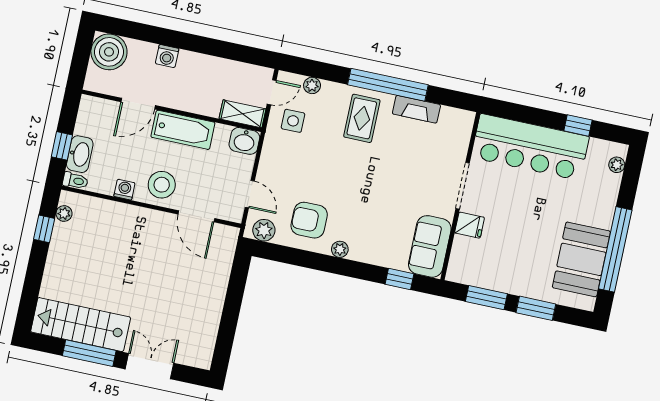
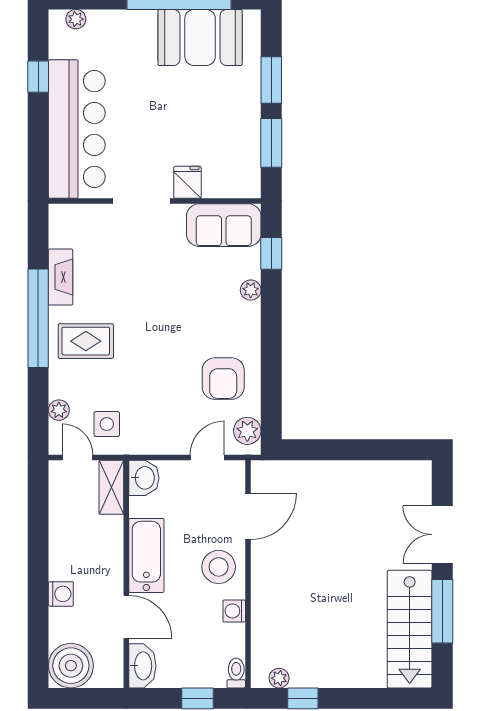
washbasin: (80, 154) -> (142, 666), moved, turned 90
plant: (340, 249) -> (251, 290), moved

